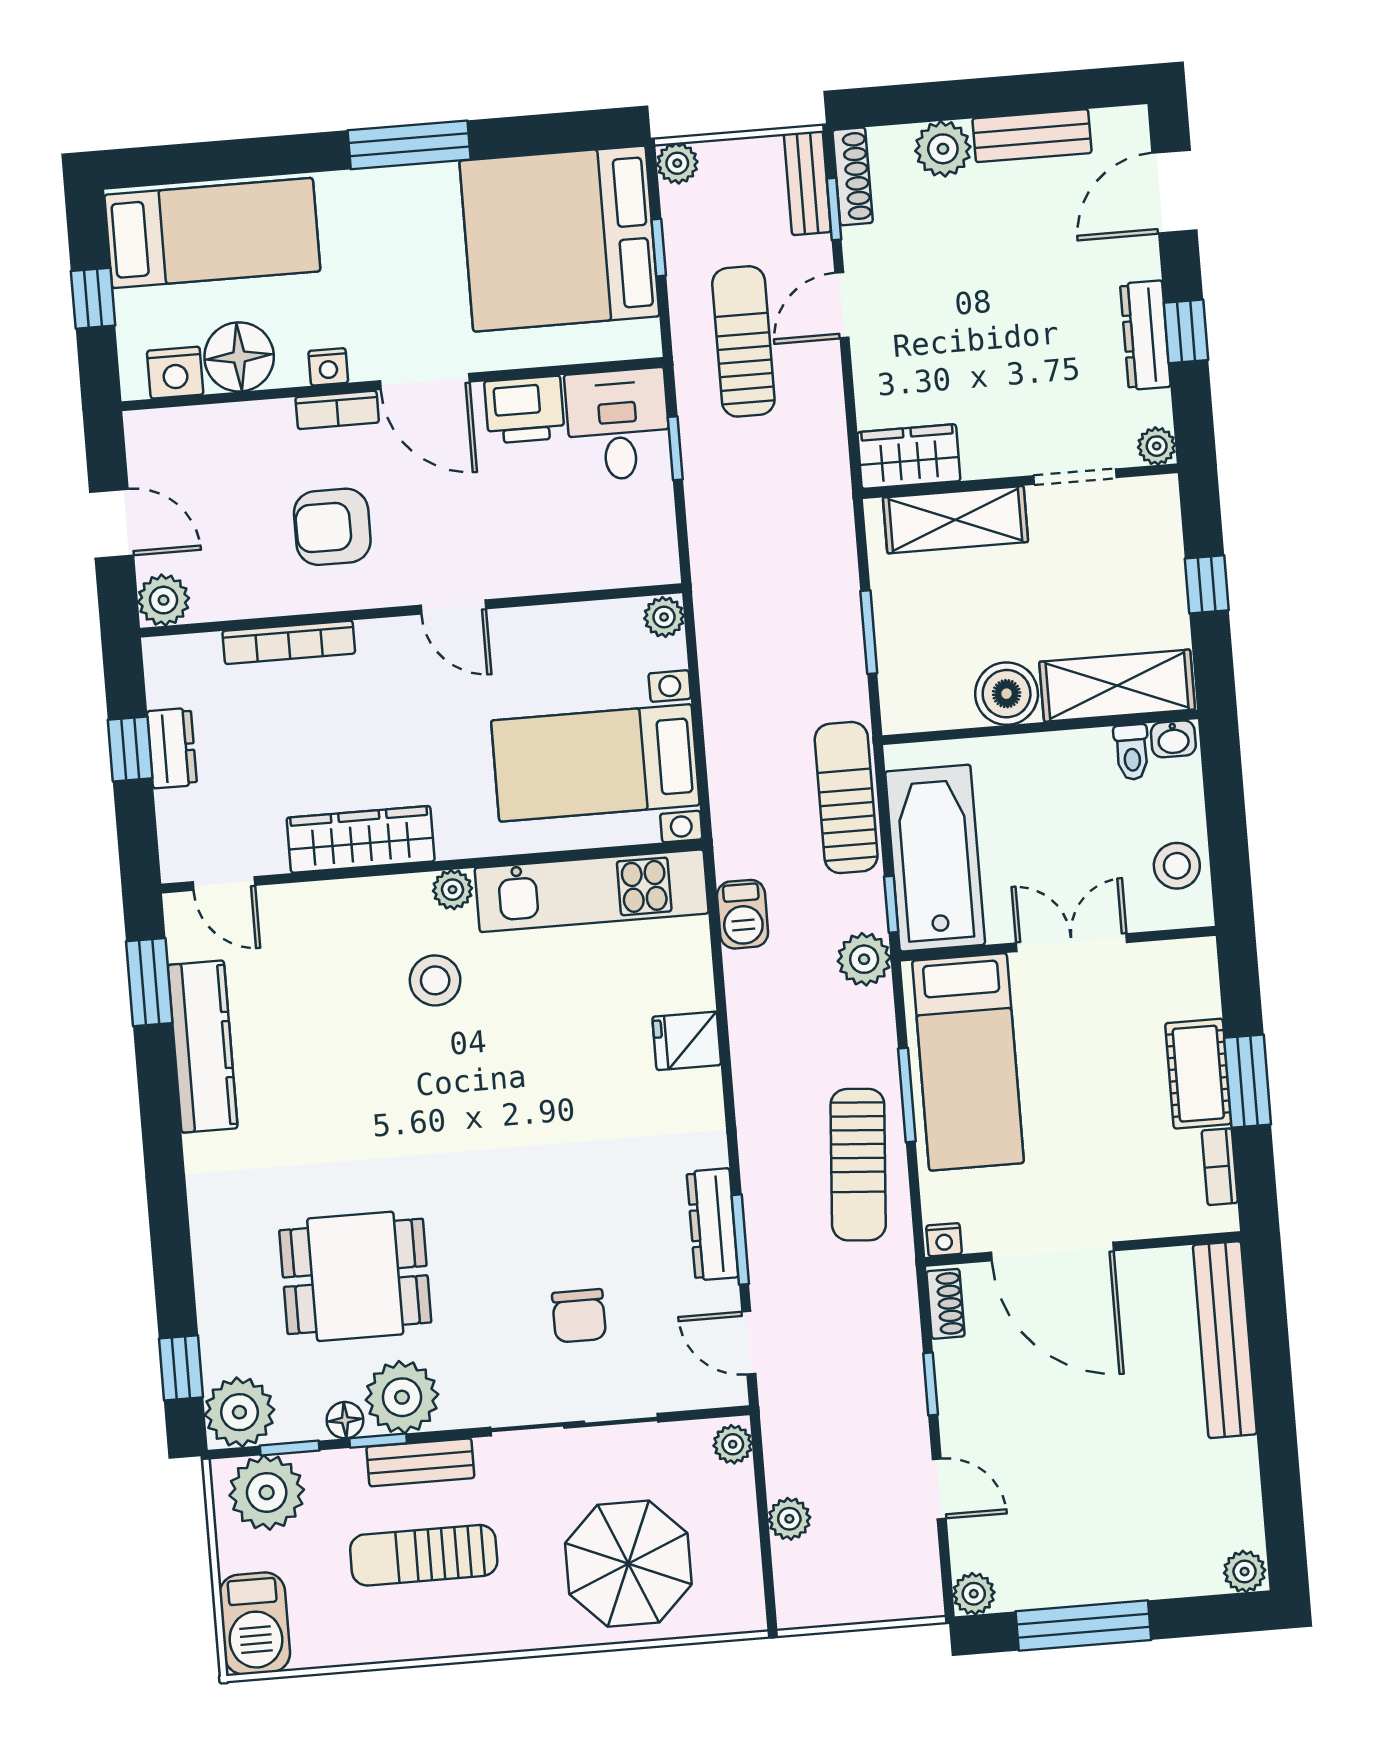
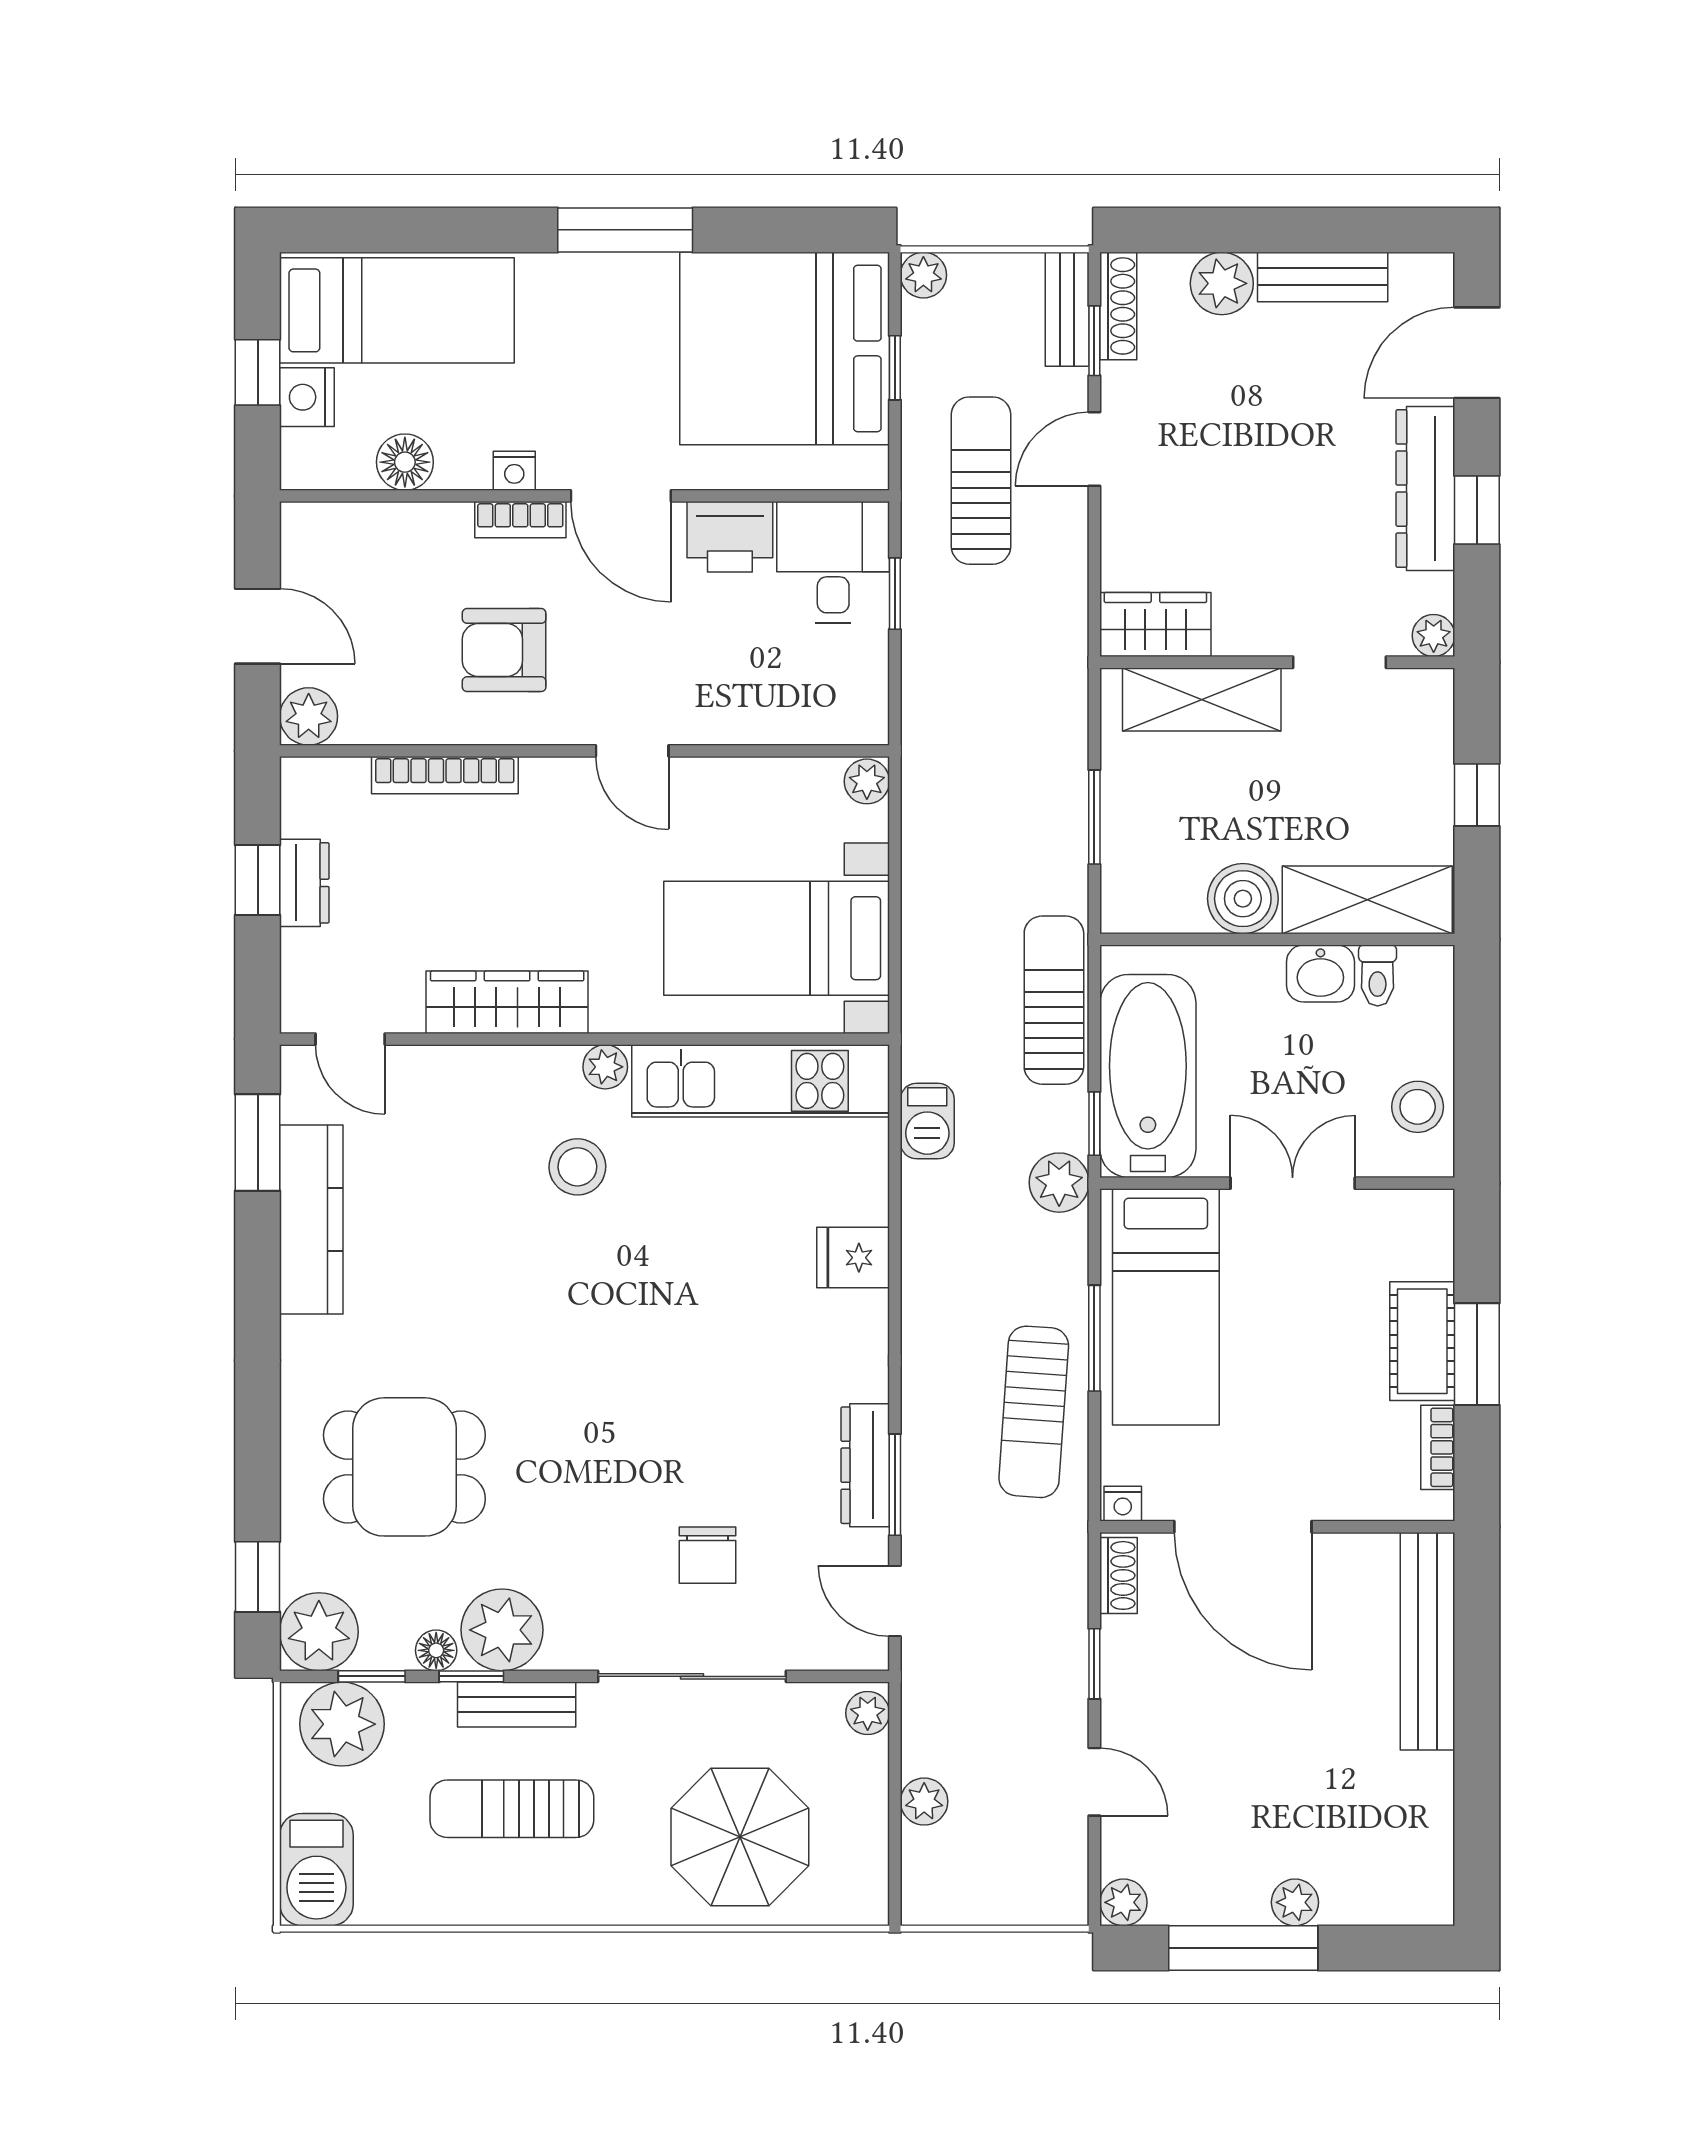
dresser: (1145, 335) -> (1425, 489), width x1.37, depth x1.24
floor lamp: (239, 357) -> (405, 462), width x0.73, depth x0.73
nightstand: (175, 373) -> (307, 397), moved, turned 90
washbasin: (1173, 739) -> (1320, 973), moved, width x1.38, depth x1.45
dining table: (355, 1276) -> (404, 1467), moved
plant: (1245, 1572) -> (1295, 1902), moved

